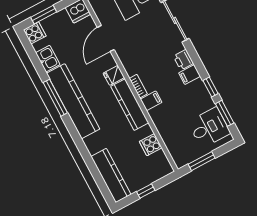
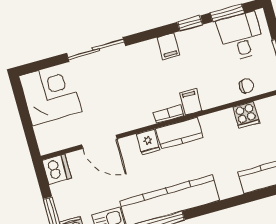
printer: (183, 60) -> (148, 50), removed
kitchen counter: (130, 105) -> (179, 133), width x0.67
chair: (173, 140) -> (246, 86), added

